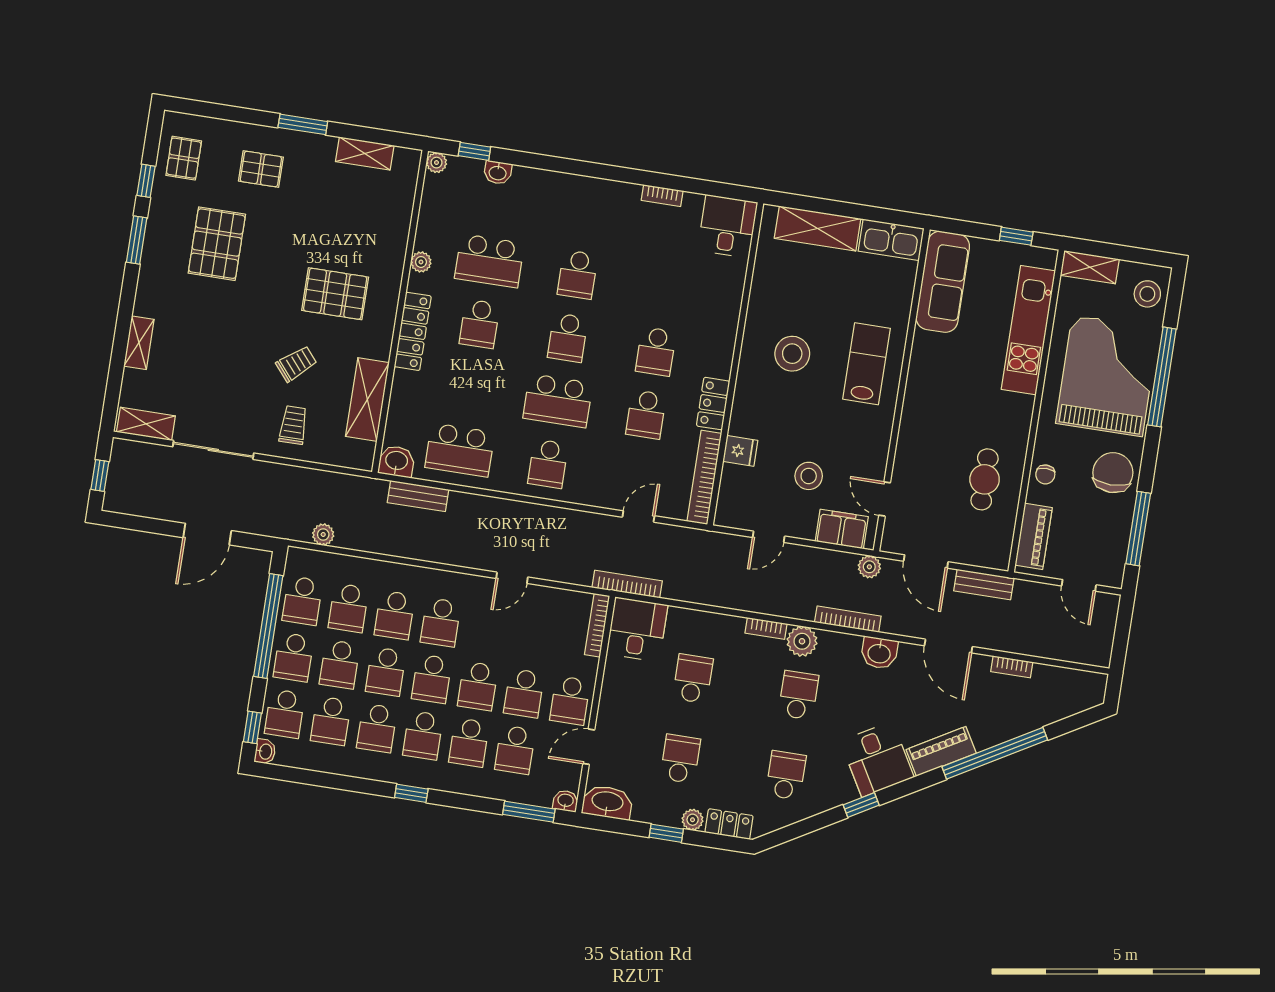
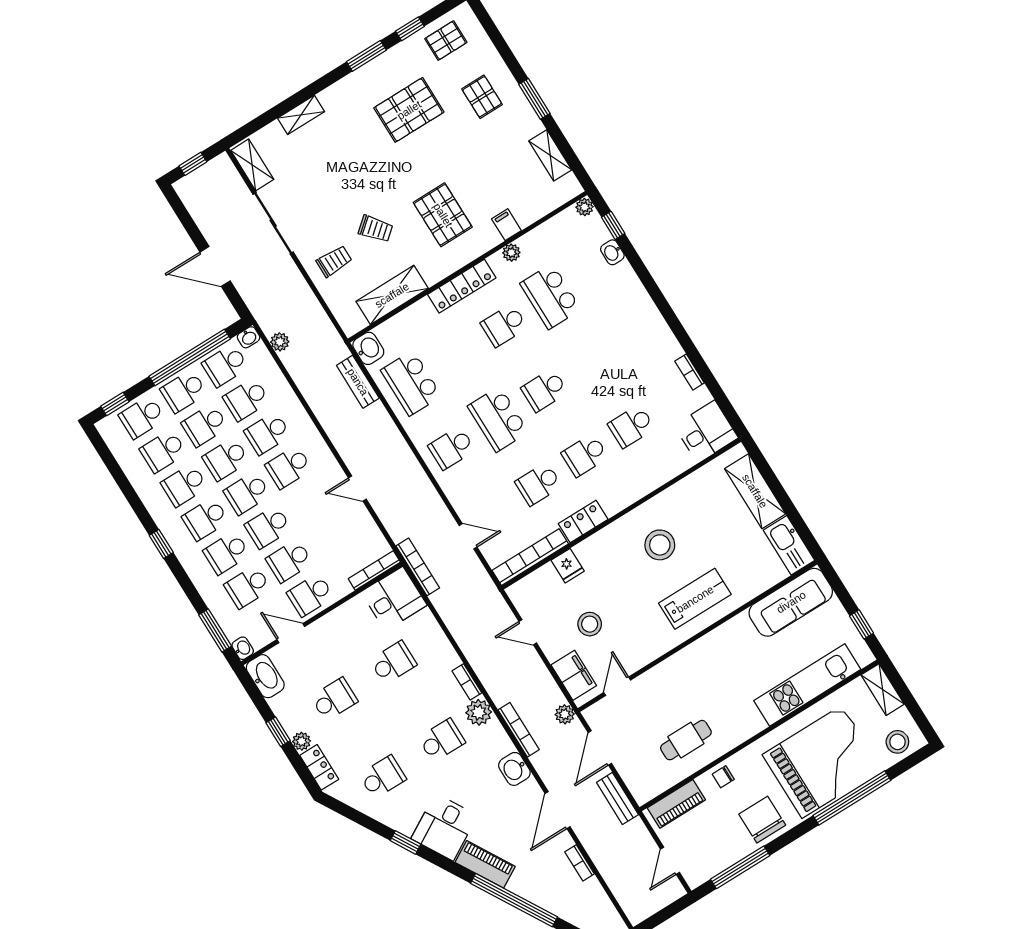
filing cabinet: (393, 245) -> (506, 225), added
school desk: (578, 275) -> (631, 426), moved
chair: (1113, 473) -> (762, 820), turned -90
washbasin: (265, 752) -> (249, 337), moved

